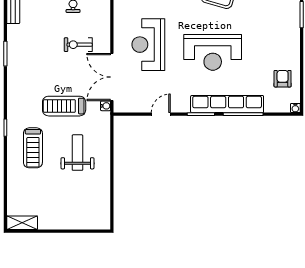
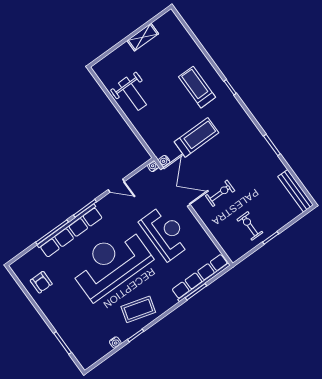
reception desk: (213, 52) -> (111, 263), width x1.36, depth x1.30
water cooler: (295, 108) -> (153, 166), moved
door: (161, 114) -> (116, 186), hinge flipped
weight bench: (77, 153) -> (132, 94), moved
shelving: (22, 223) -> (143, 37), moved

